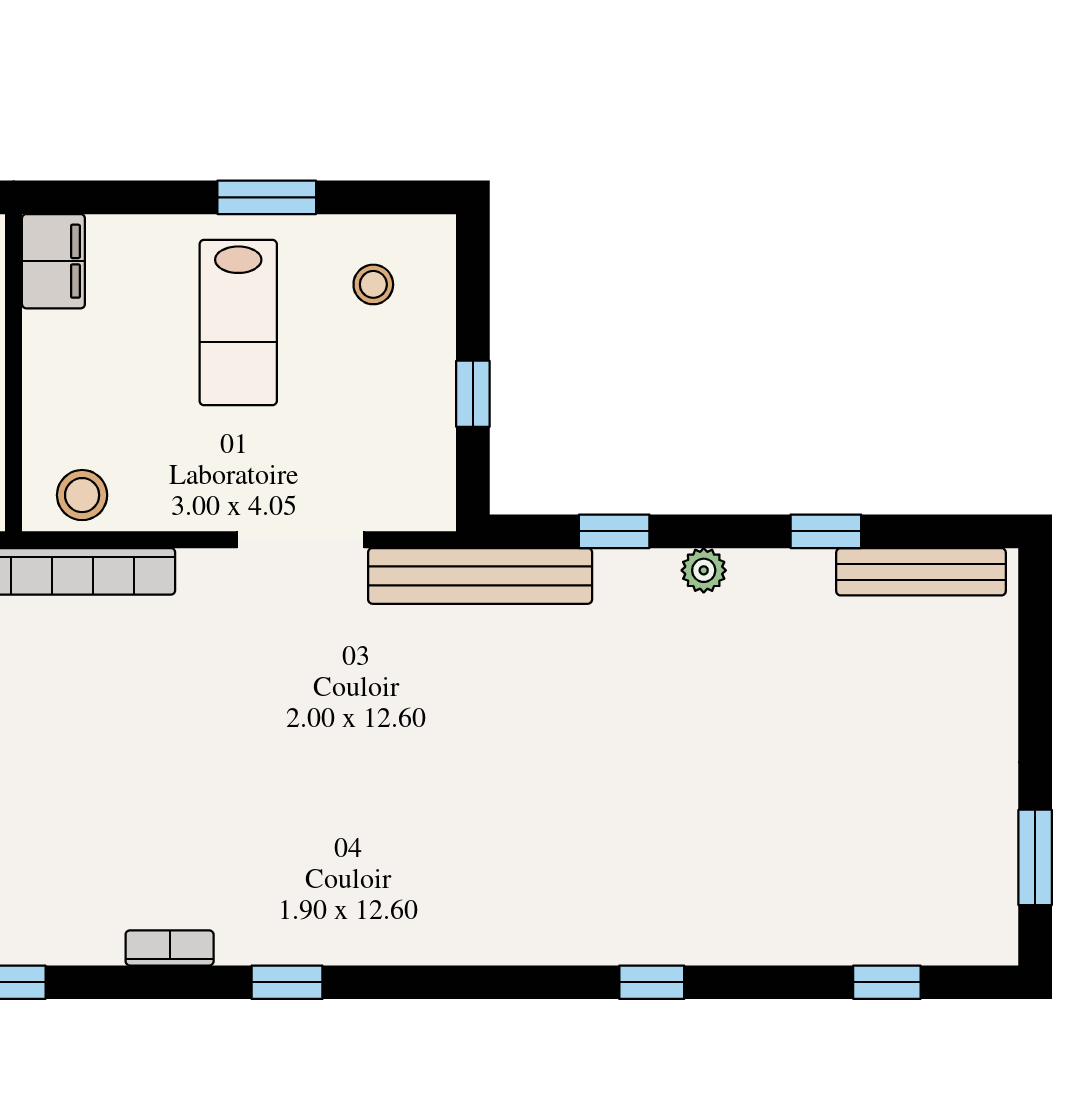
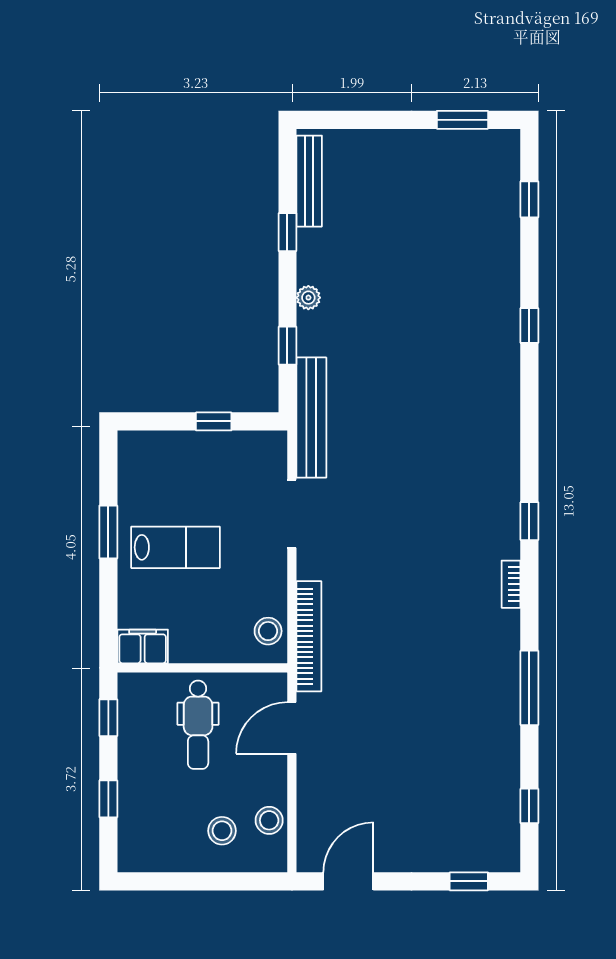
stool: (373, 284) -> (155, 475), removed

